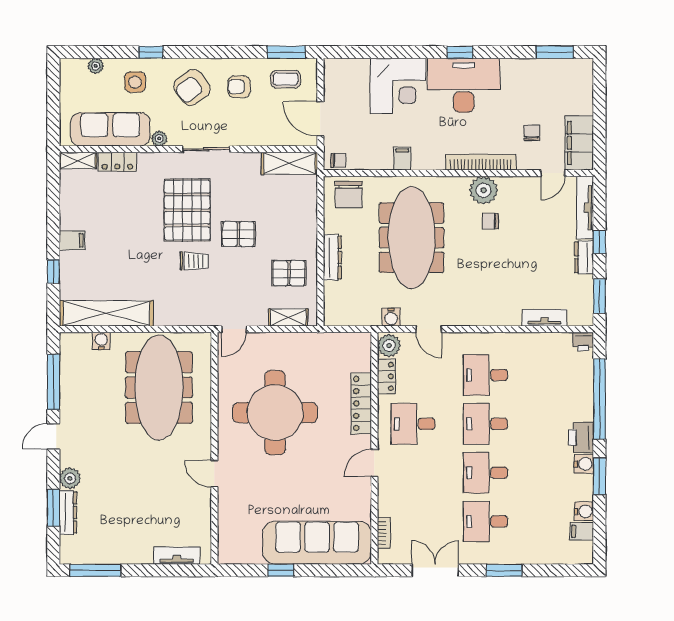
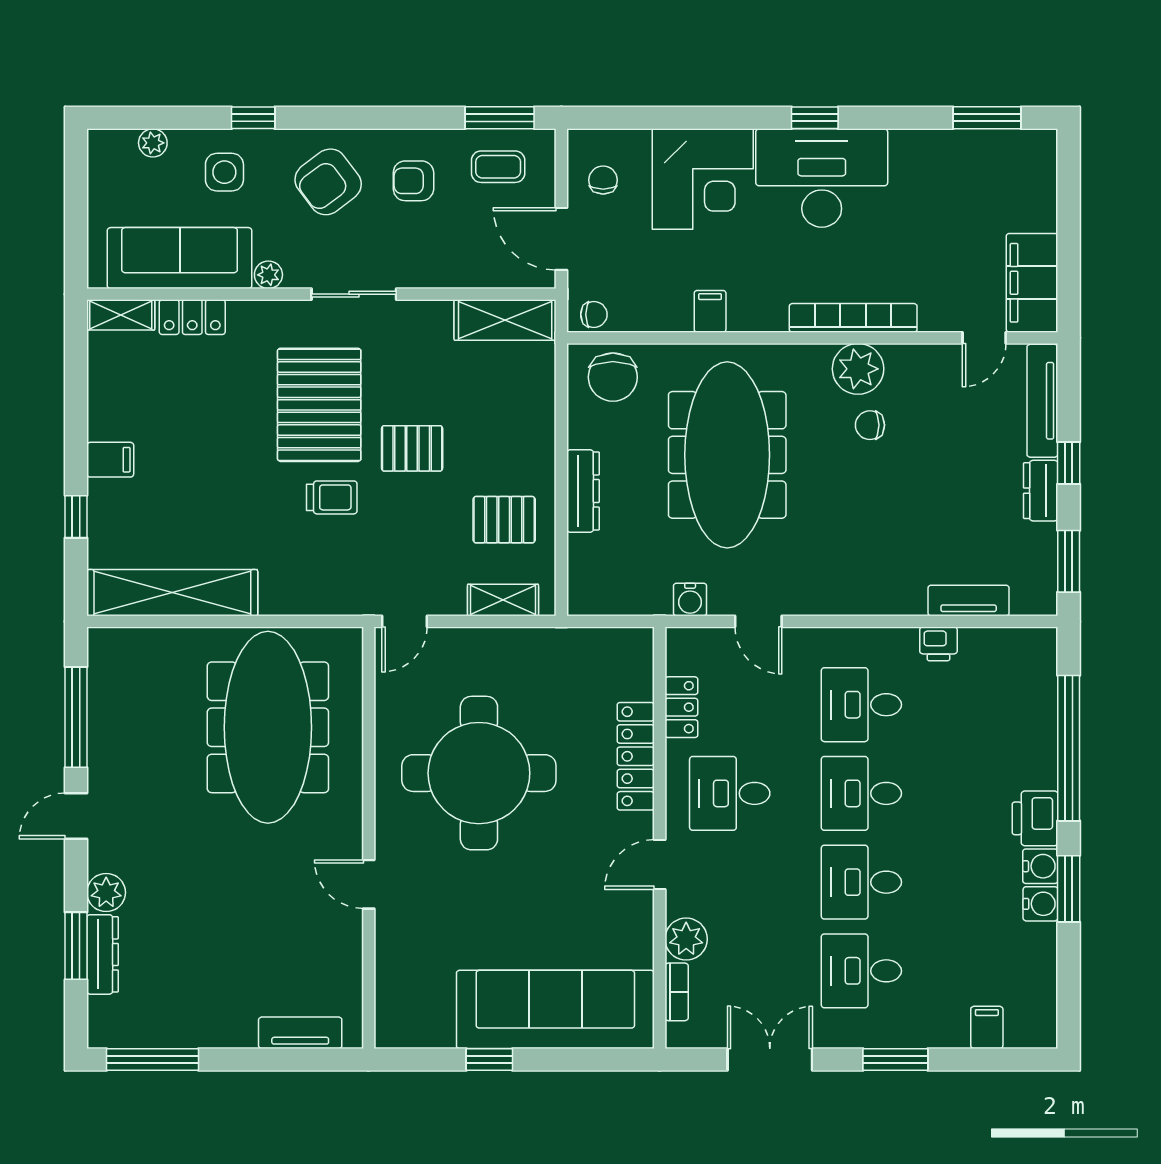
chair: (532, 133) -> (603, 180), moved
water cooler: (101, 341) -> (163, 643), removed
printer: (583, 342) -> (938, 644), moved
plant: (389, 346) -> (686, 939), moved
water cooler: (584, 511) -> (1040, 904), moved
filing cabinet: (582, 531) -> (987, 1027), moved, turned 90

